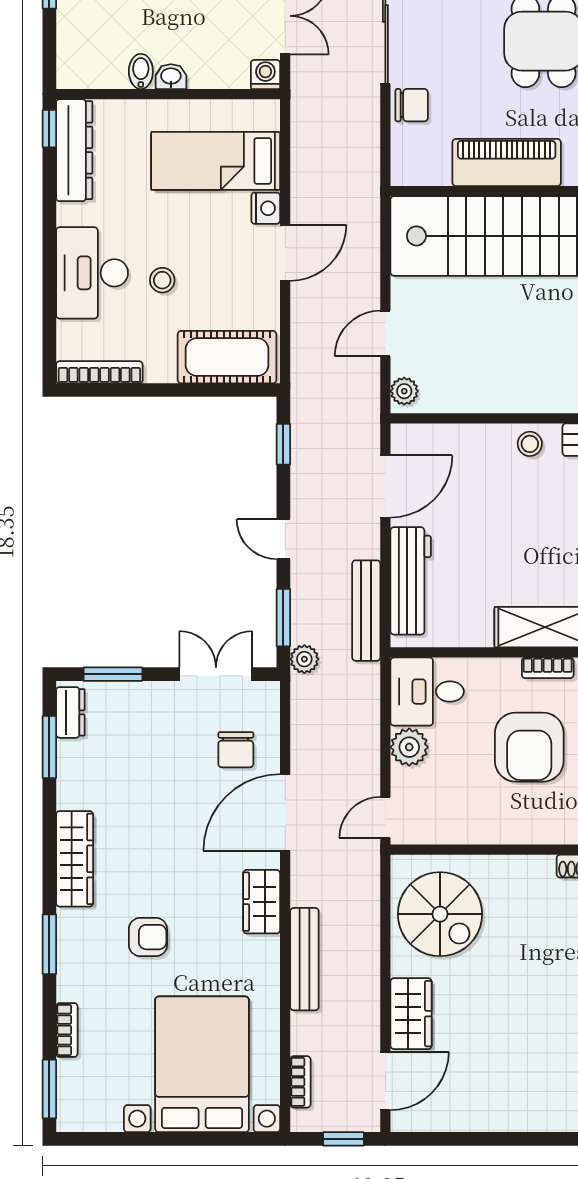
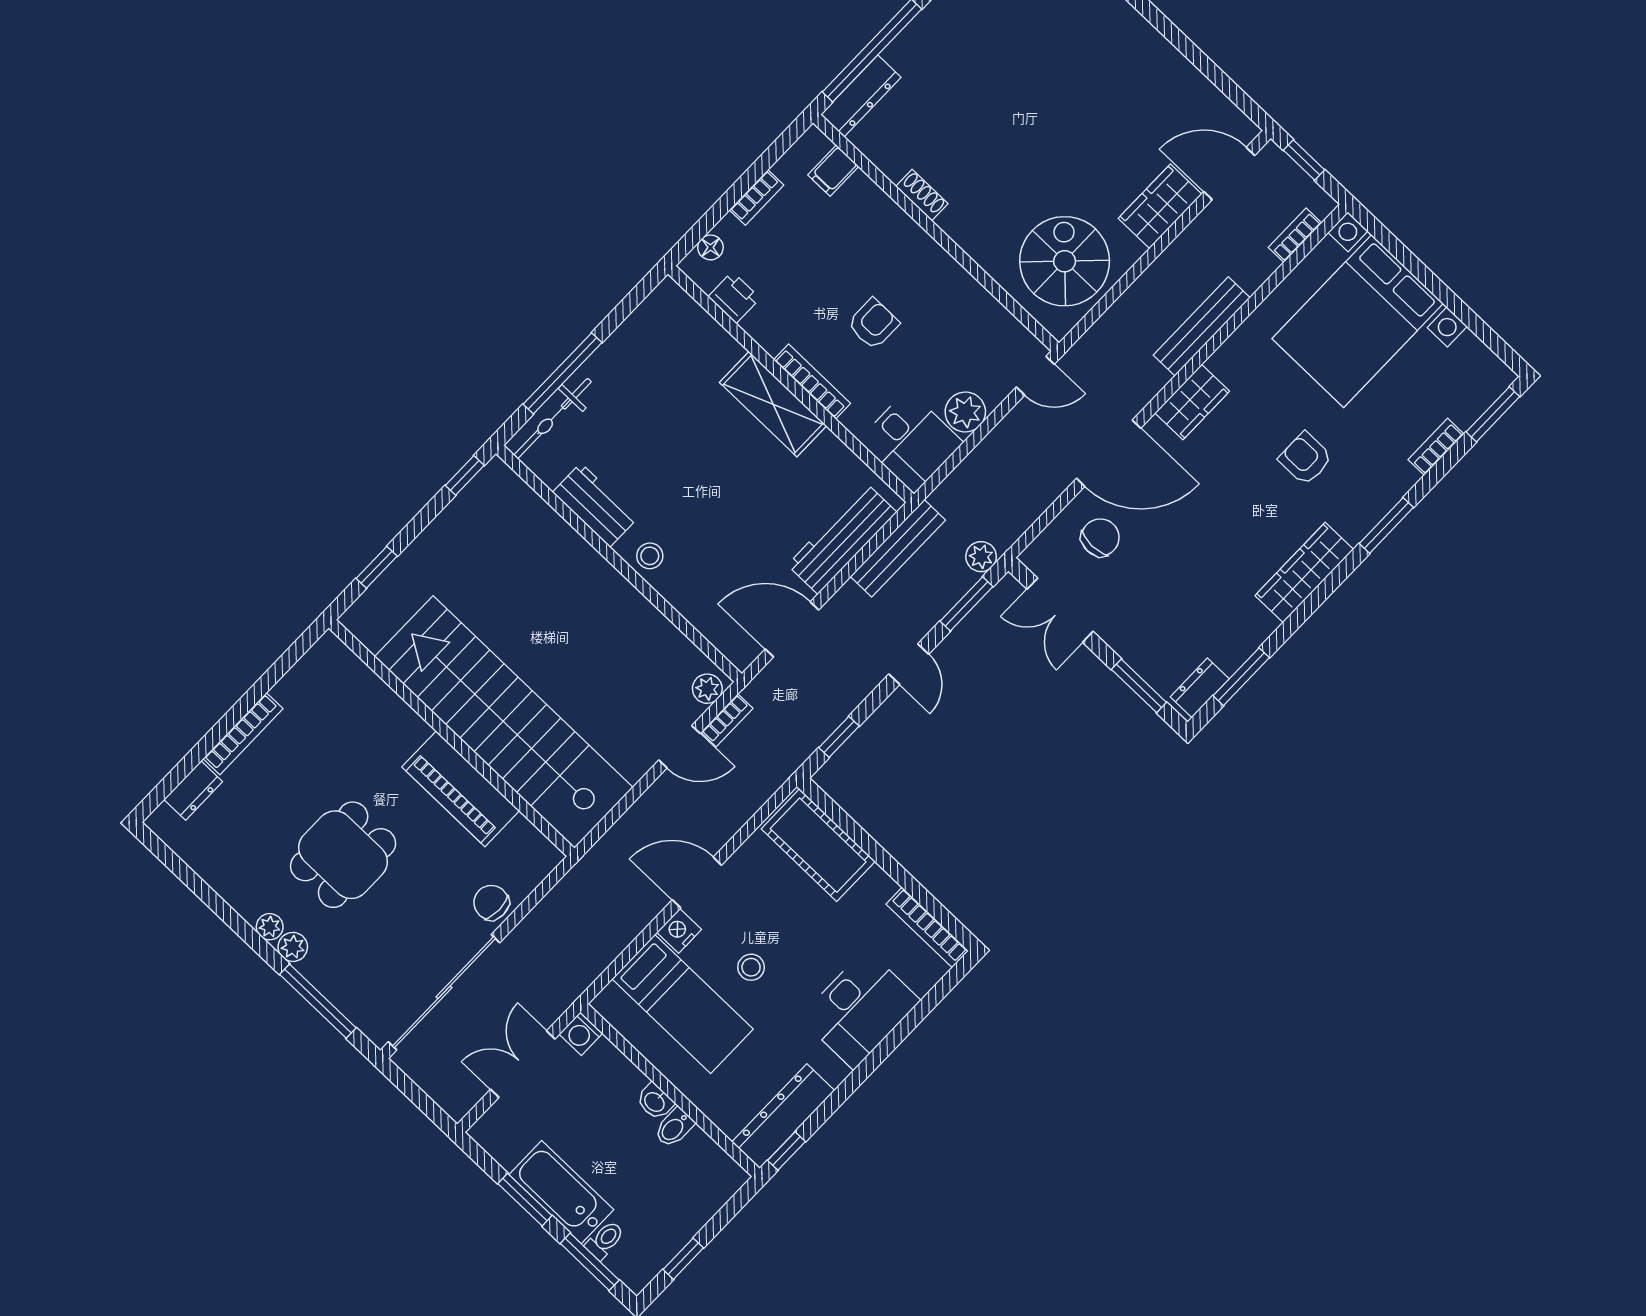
stool: (162, 280) -> (751, 967), moved
bookcase: (370, 382) -> (727, 720), added
bookcase: (548, 668) -> (812, 382), width x1.56
armchair: (529, 747) -> (873, 324), width x0.53, depth x0.53

